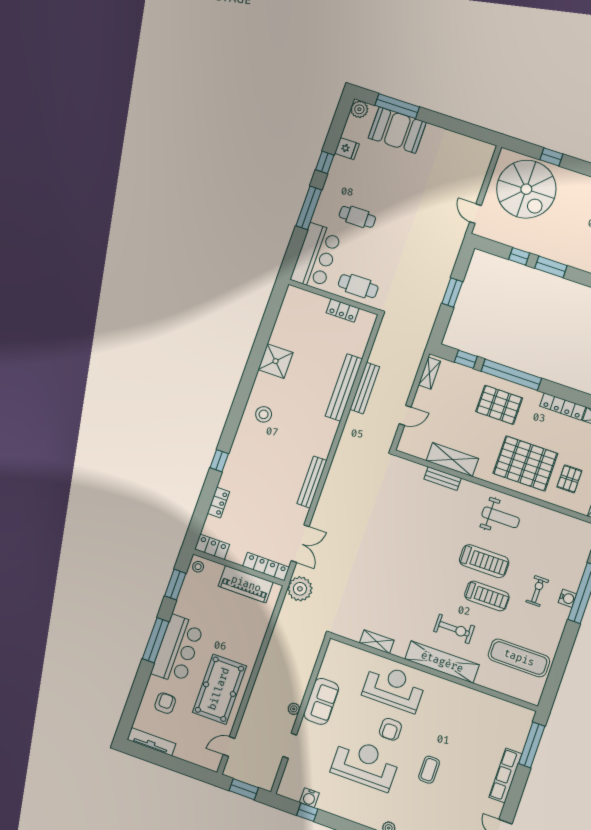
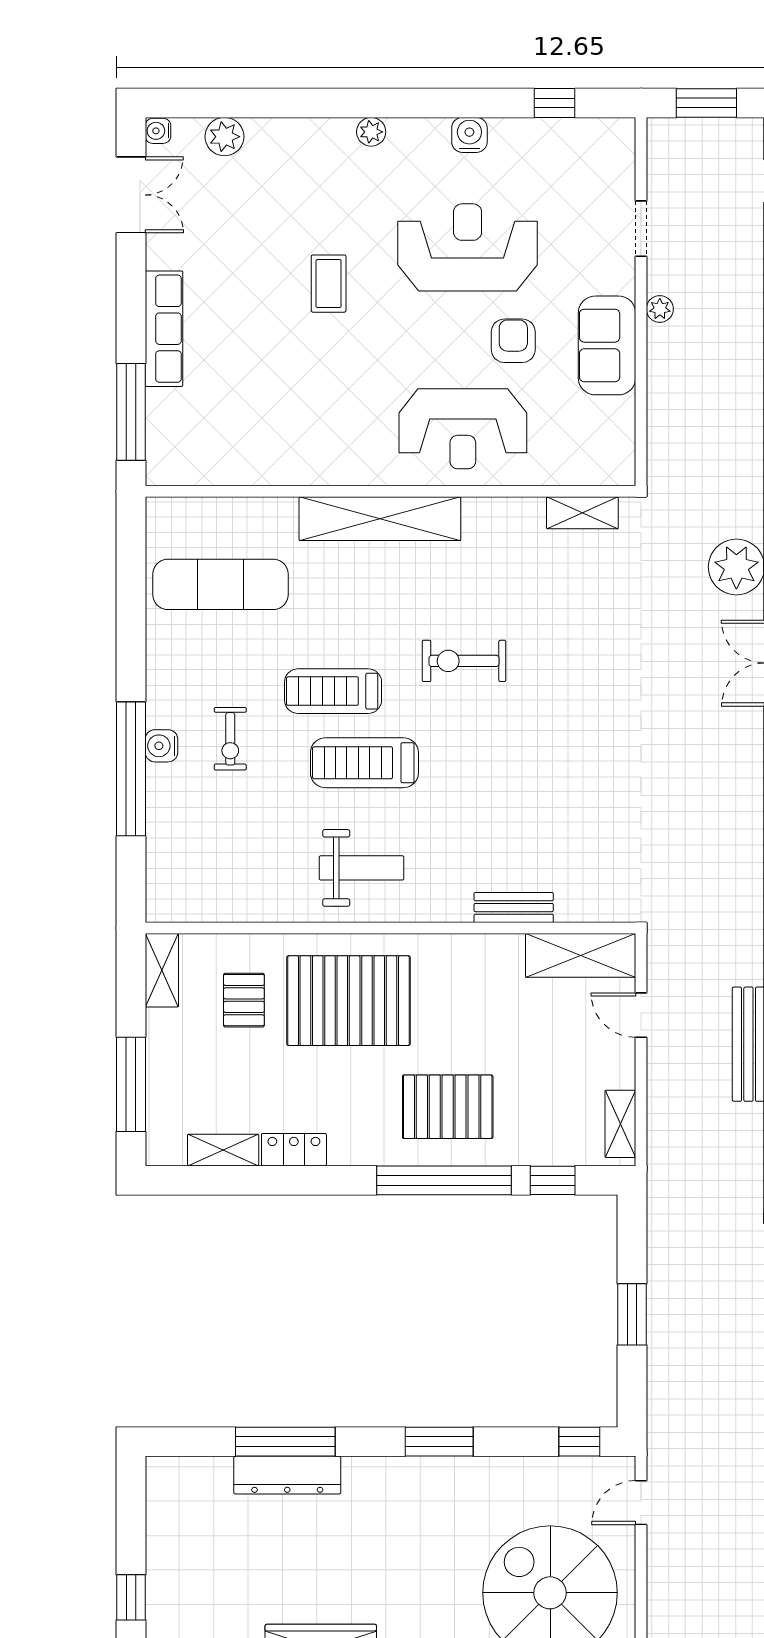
door: (476, 214) -> (641, 1503), swing flipped
window: (519, 256) -> (579, 1442), moved
locker: (563, 406) -> (294, 1150), width x0.66
door: (405, 415) -> (641, 1015), hinge flipped
shelving: (452, 460) -> (581, 955), moved
weight bench: (501, 517) -> (362, 868), turned 180
exercise bike: (454, 629) -> (464, 661), moved
shelving: (377, 642) -> (582, 513), moved
armchair: (390, 729) -> (513, 341), moved
reception desk: (365, 764) -> (468, 247), turned 180
water cooler: (309, 798) -> (469, 135), moved

